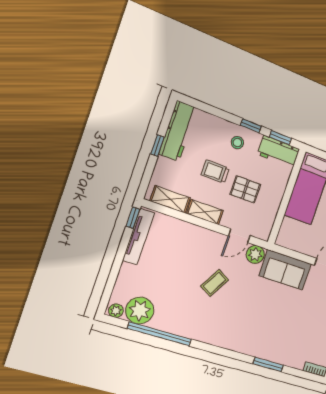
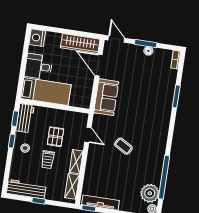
plant: (255, 254) -> (99, 121), removed

